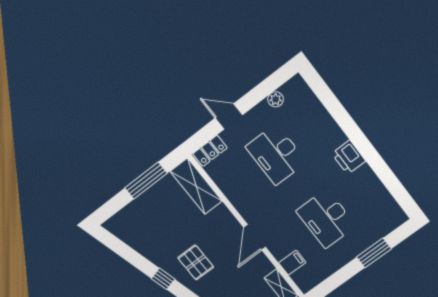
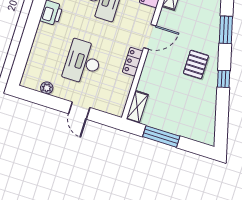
locker: (210, 151) -> (133, 62), moved, turned -90
desk: (276, 155) -> (83, 62), turned 180
shelving: (196, 186) -> (137, 107), width x0.67, depth x0.75

